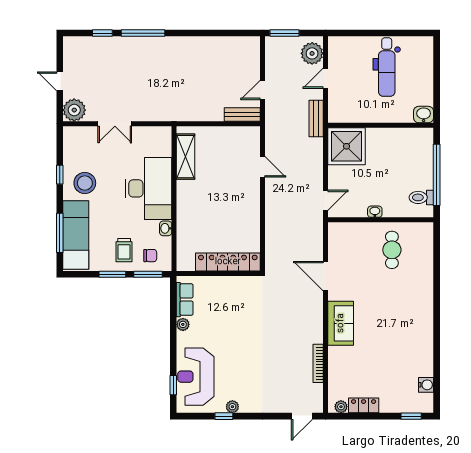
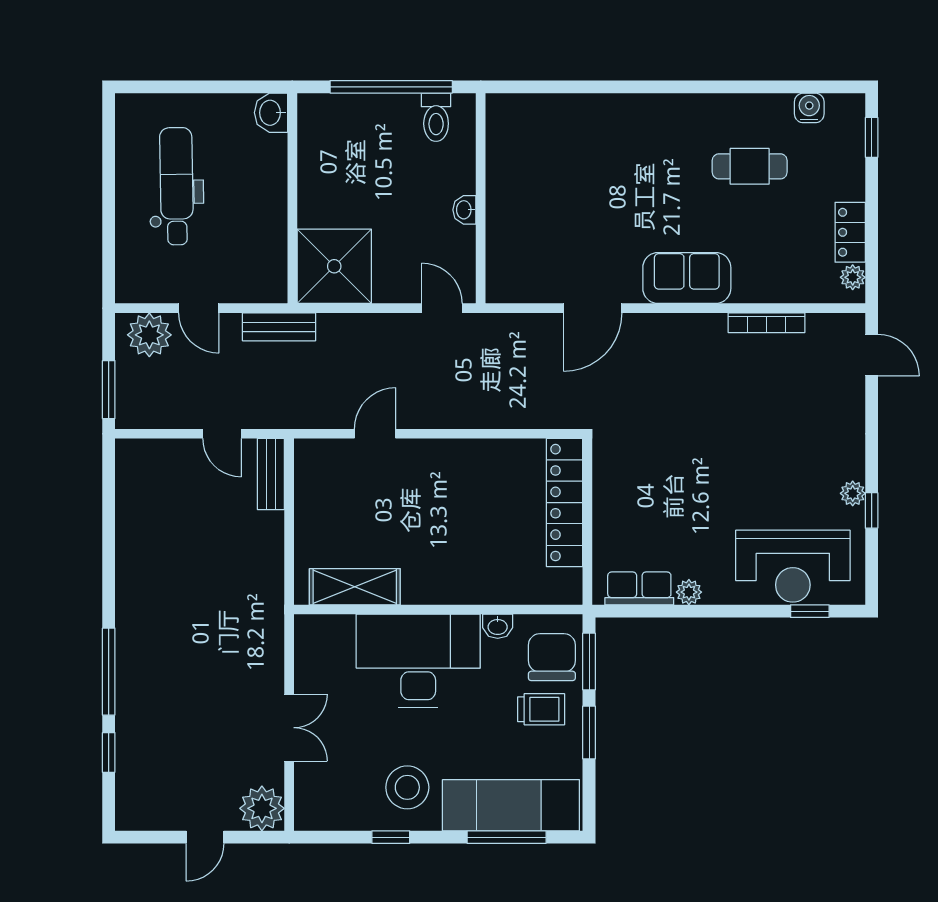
dental chair: (387, 67) -> (177, 186), turned -91
cafe table: (392, 250) -> (750, 166), moved
chair: (150, 256) -> (552, 657), width x1.87, depth x1.87

